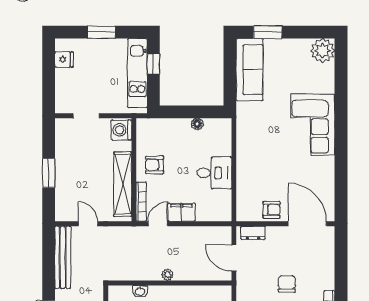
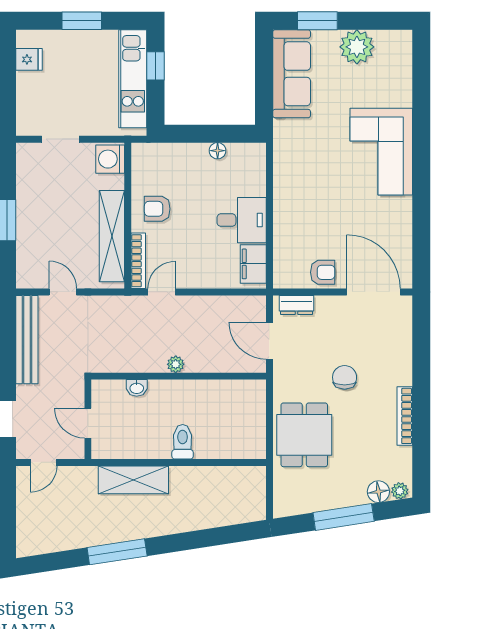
plant: (323, 51) -> (357, 47), moved
filing cabinet: (182, 212) -> (253, 264), moved, turned -90

